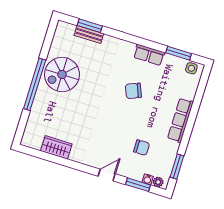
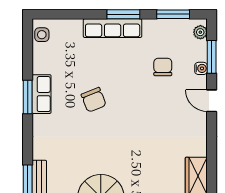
window: (179, 53) -> (28, 97), moved
window: (188, 131) -> (123, 14), added
water cooler: (148, 179) -> (201, 68), moved

